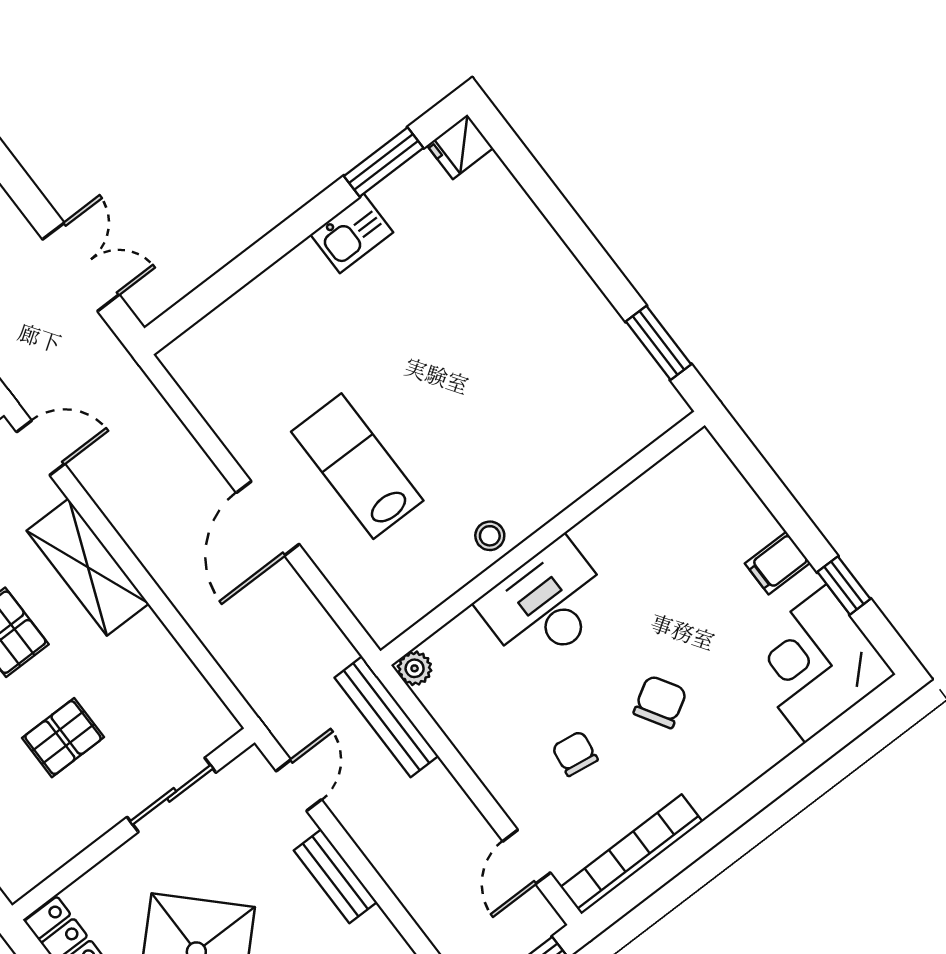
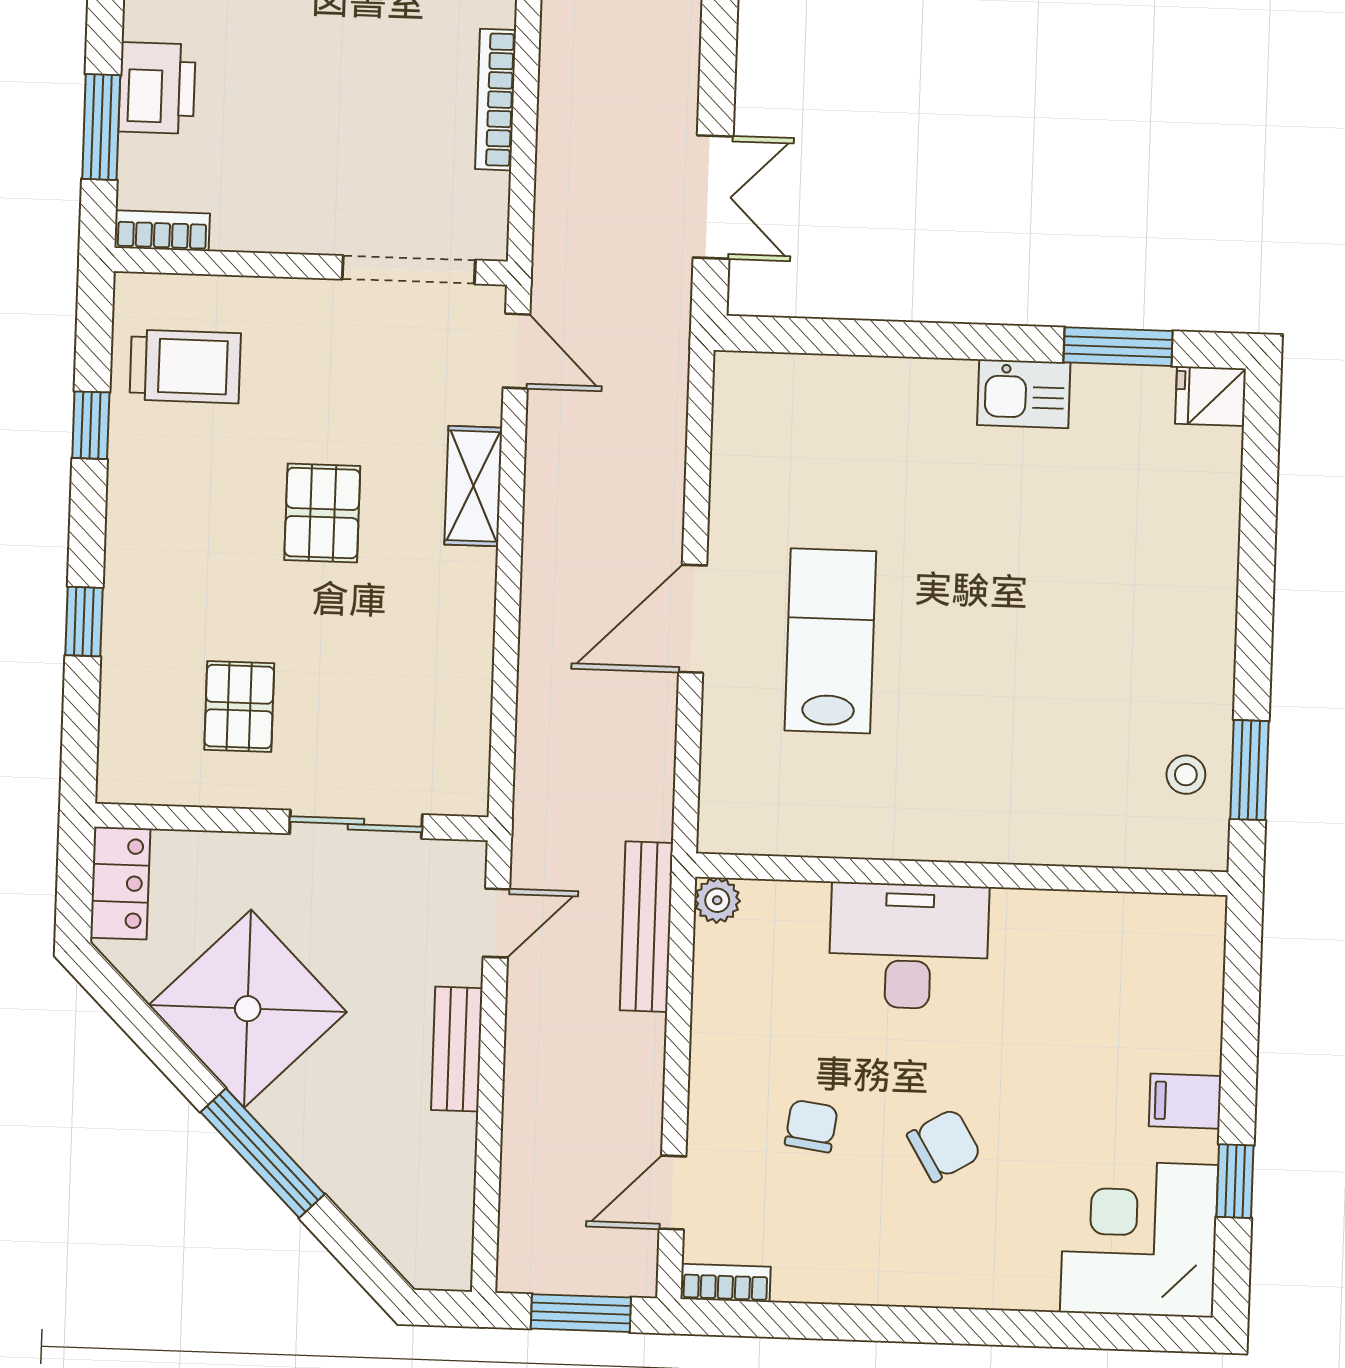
stool: (490, 536) -> (1186, 775), moved
shelving: (88, 567) -> (473, 486), width x0.67, depth x0.75
pallet: (63, 738) -> (239, 707), moved, turned 90
bookcase: (632, 854) -> (725, 1283), width x0.43, depth x0.76

